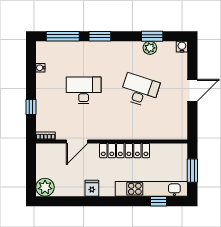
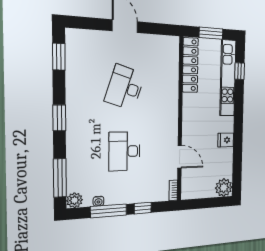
window: (100, 36) -> (59, 118), moved
window: (152, 36) -> (59, 57), moved
water cooler: (182, 47) -> (72, 35), removed
plant: (150, 48) -> (74, 200), moved
window: (31, 77) -> (109, 211), added
locker: (125, 151) -> (190, 65), moved

